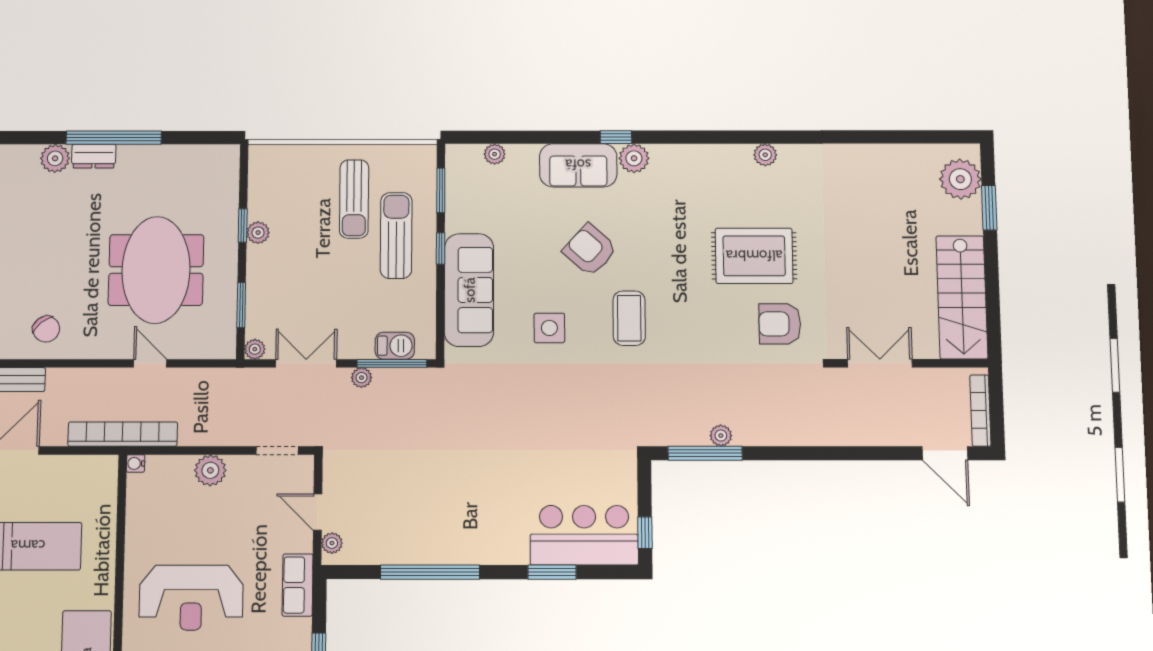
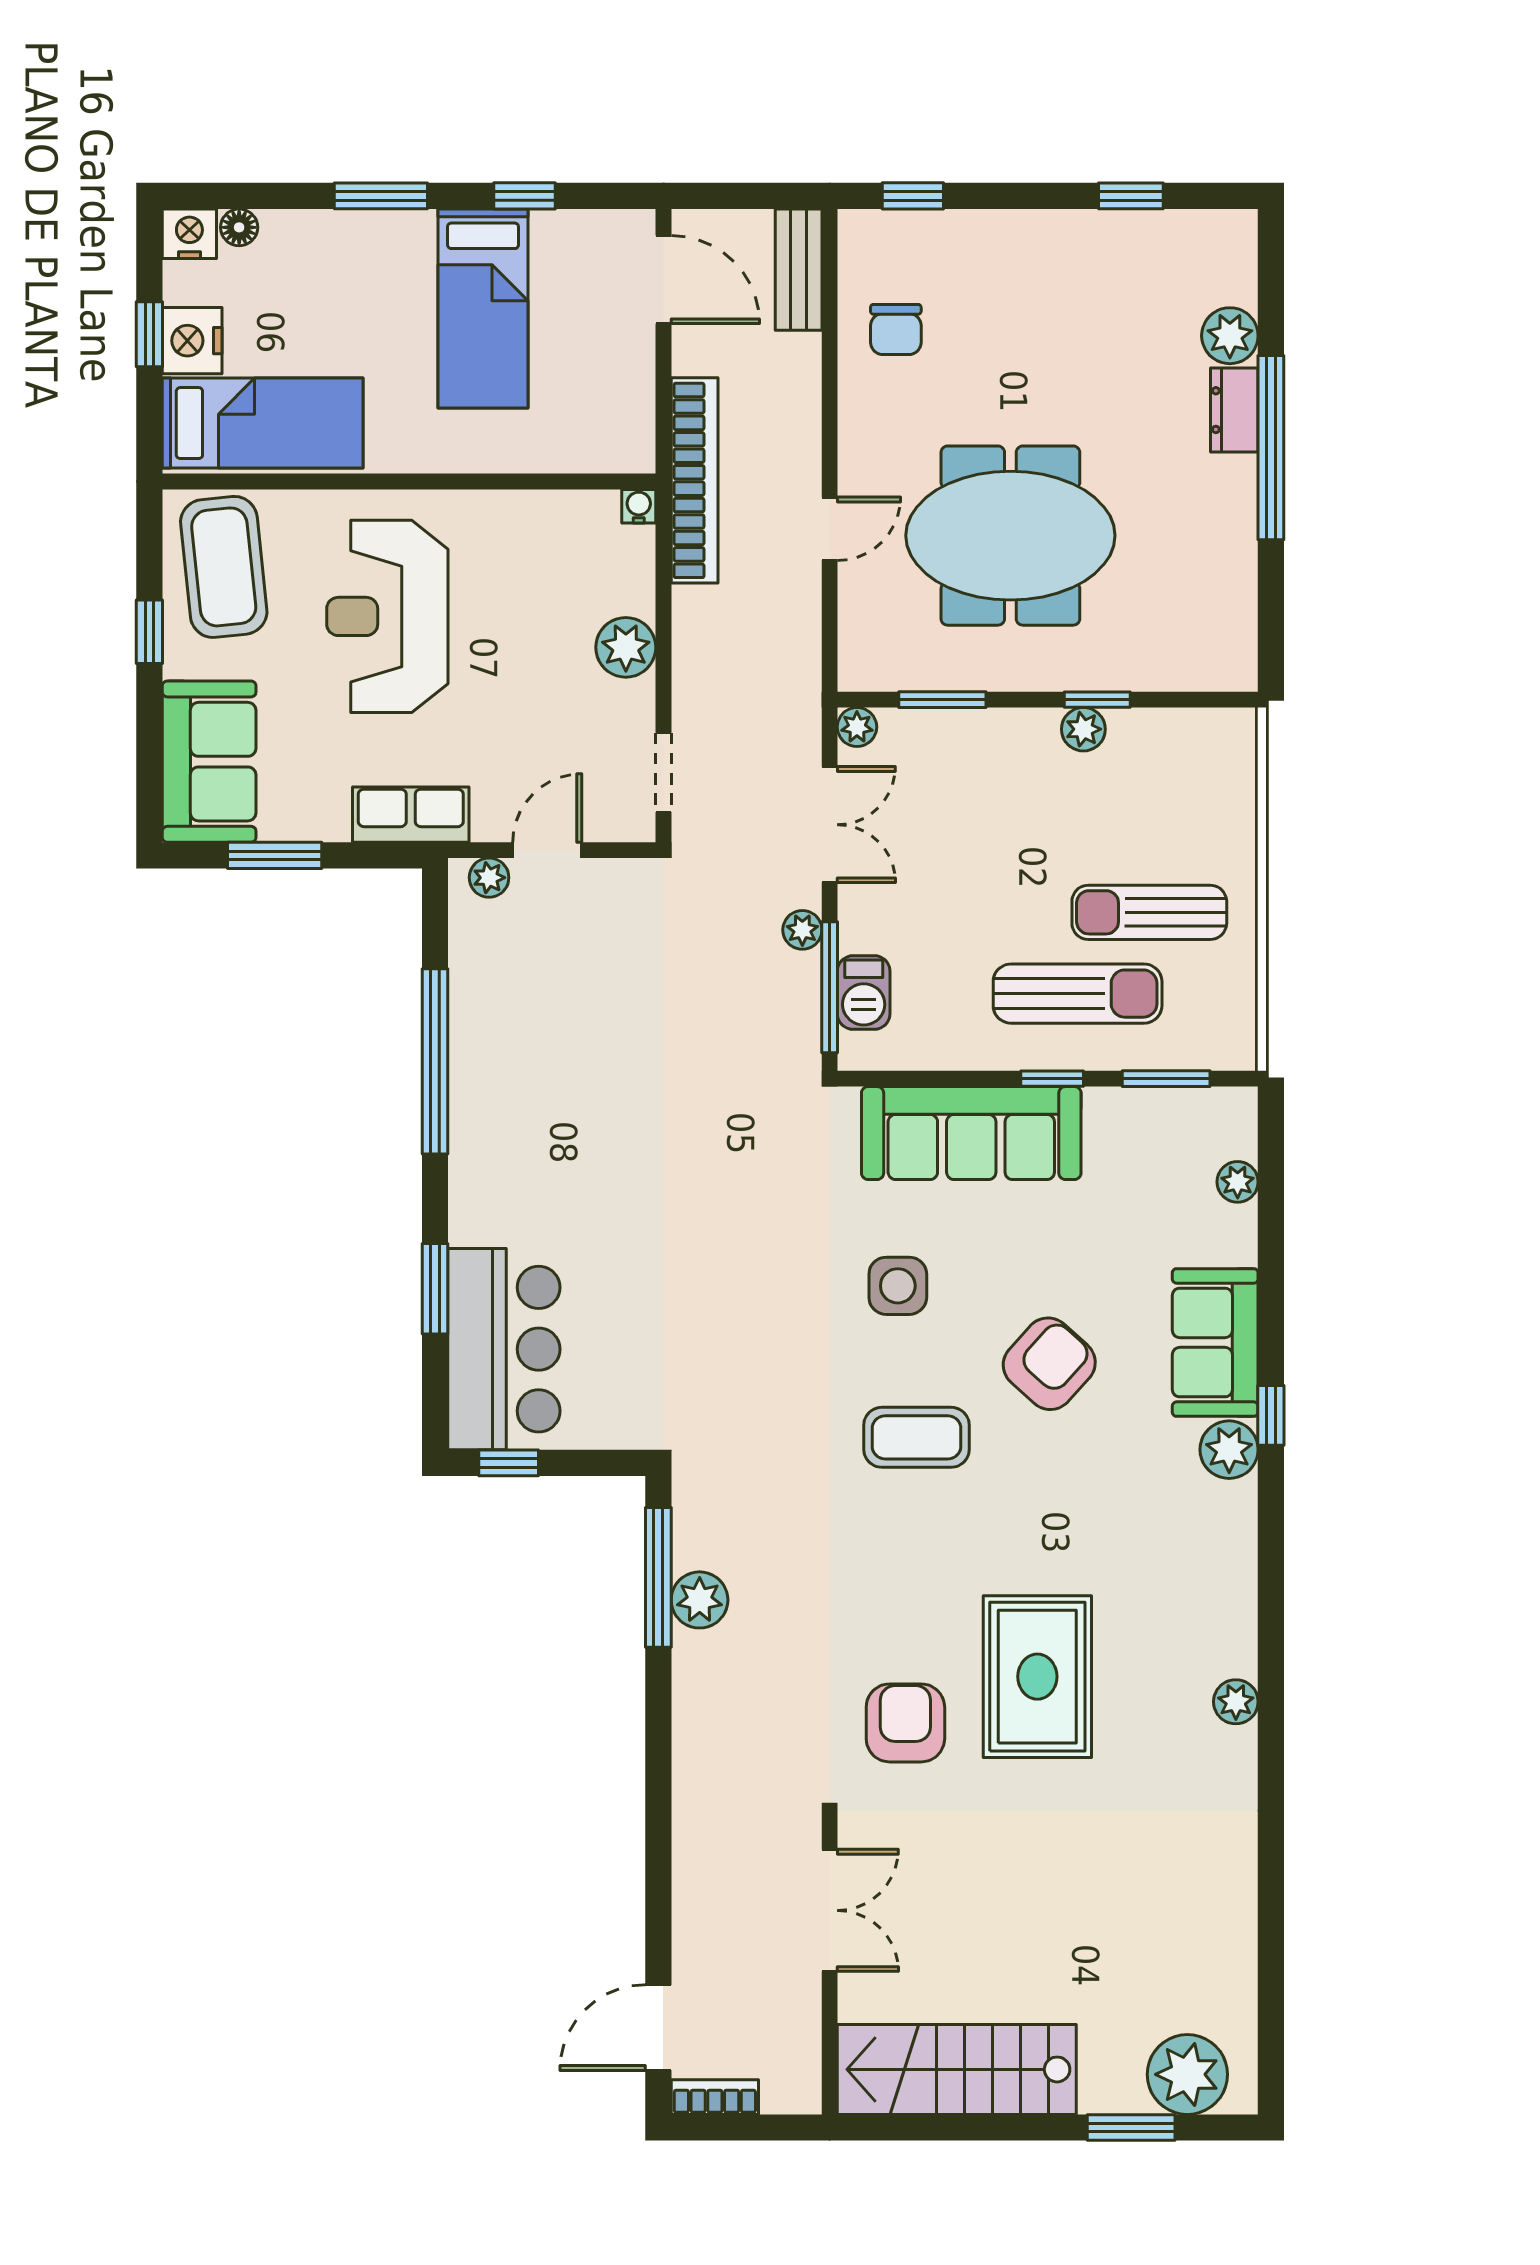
chair: (46, 329) -> (896, 329), turned -50
bookcase: (980, 411) -> (715, 2097), width x0.64
plant: (721, 436) -> (700, 1600), width x1.38, depth x1.38

